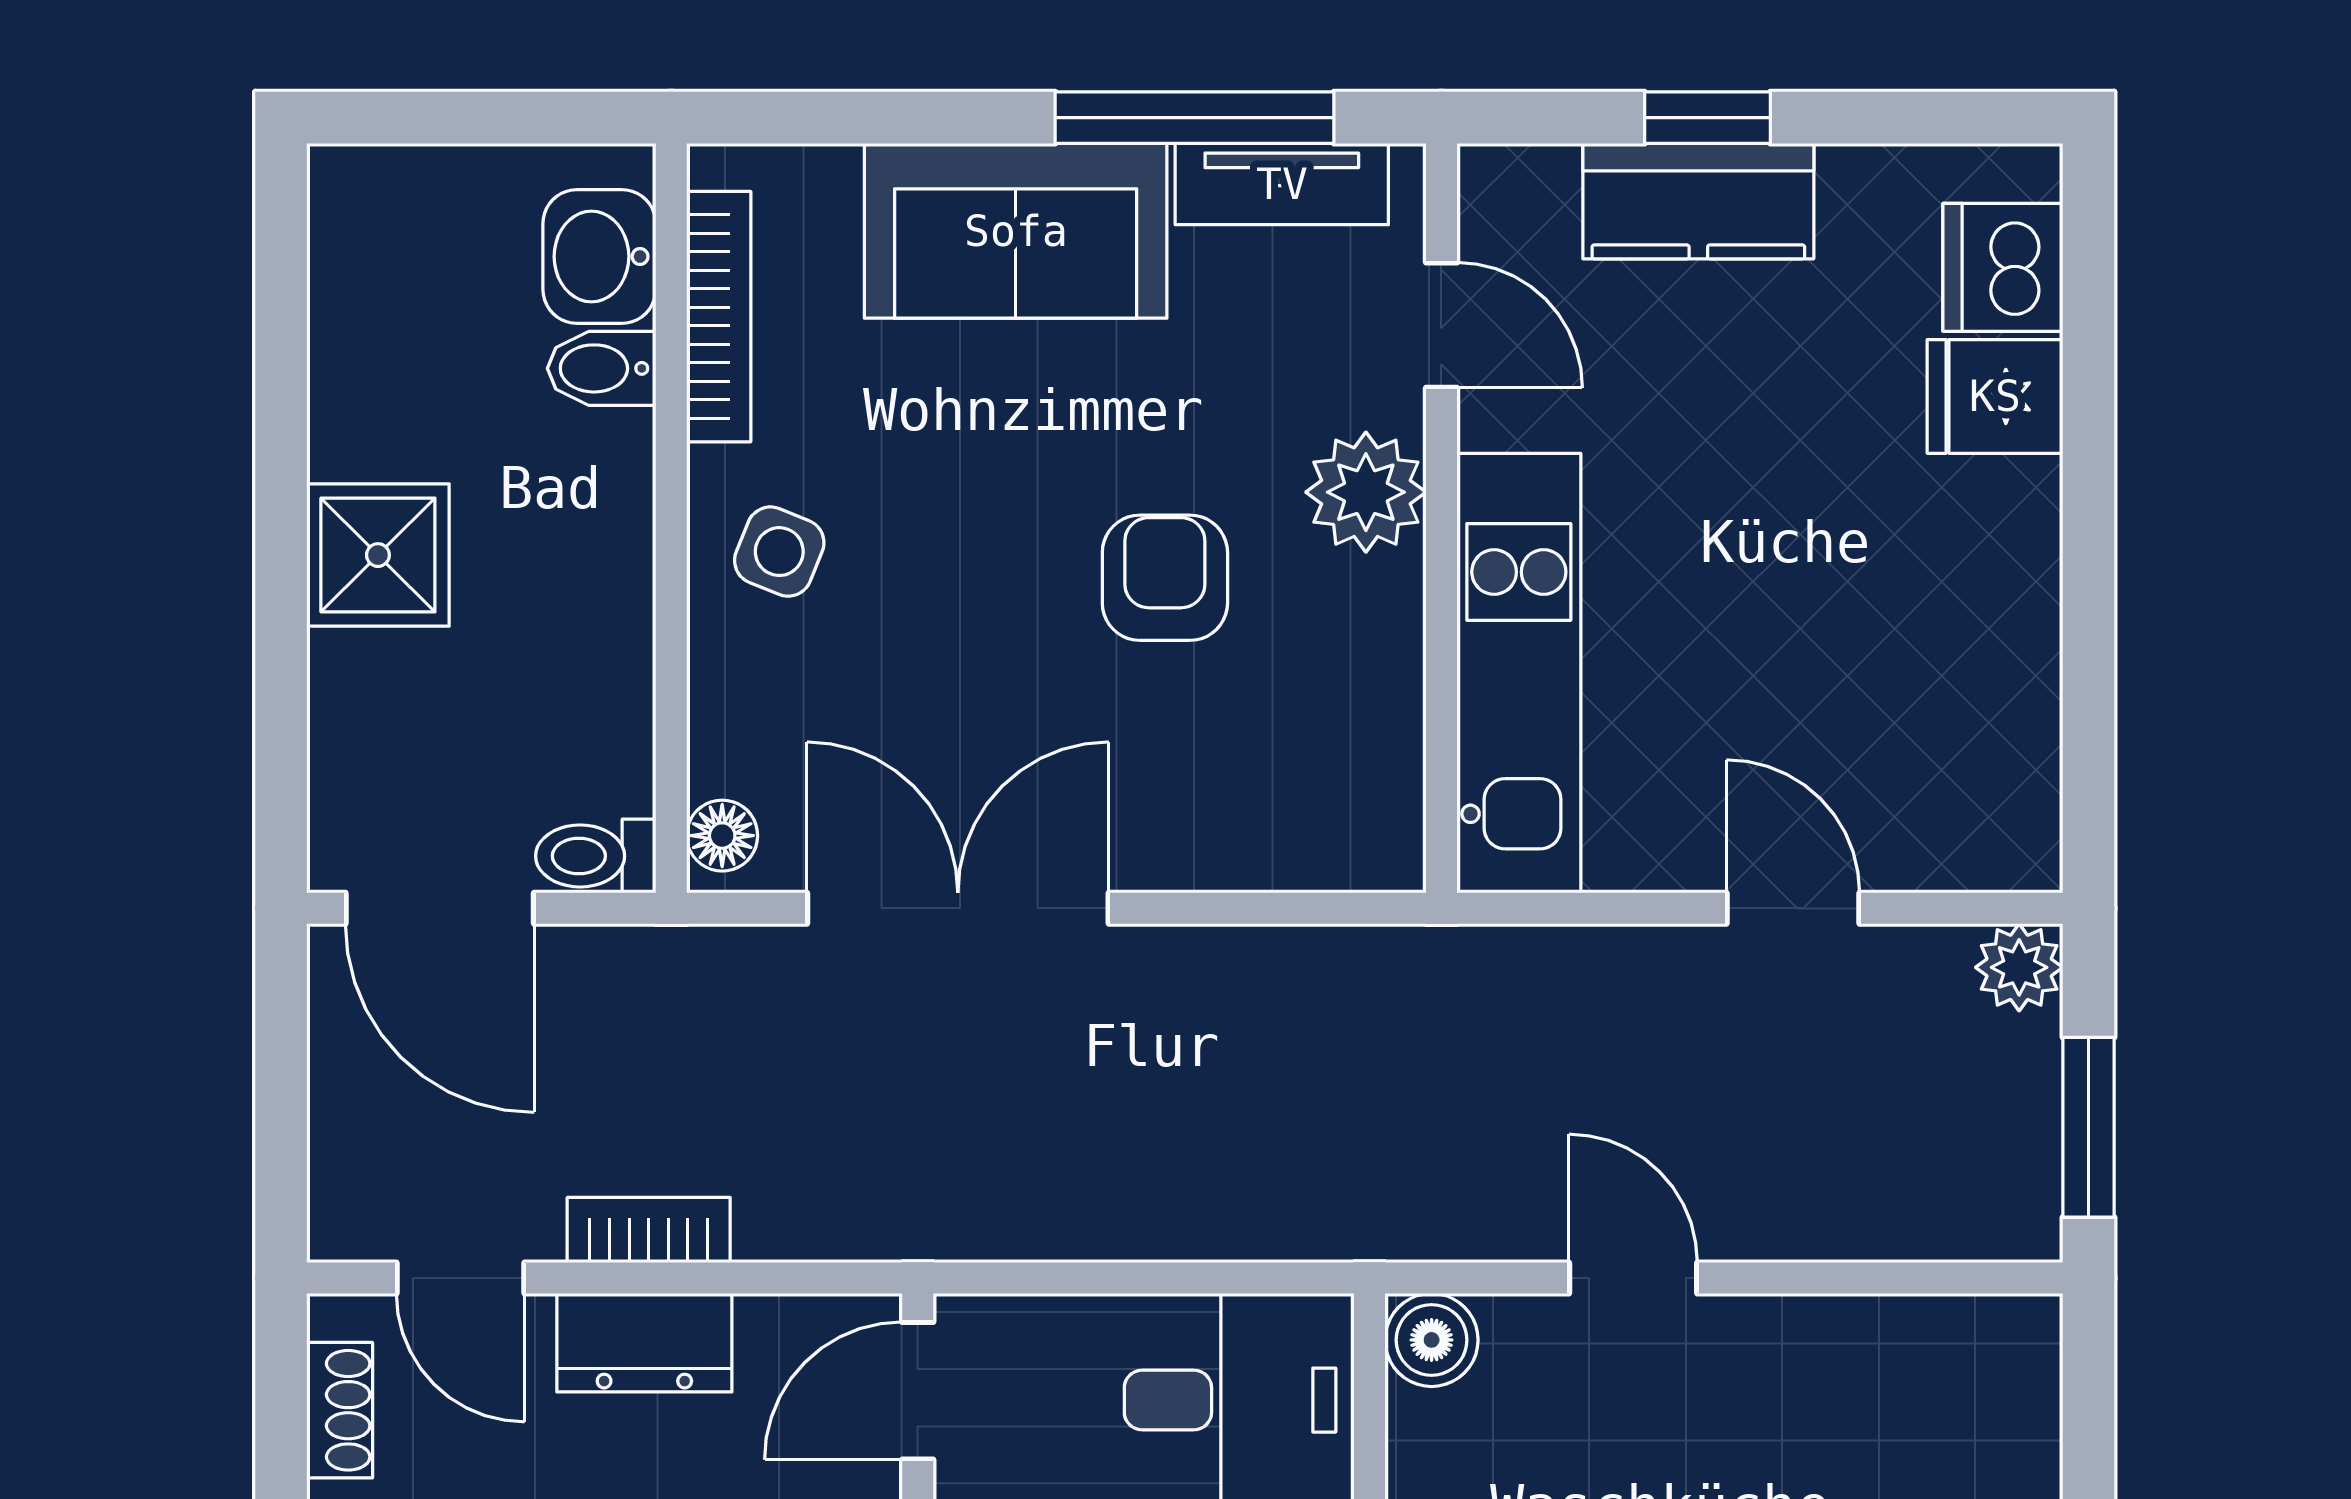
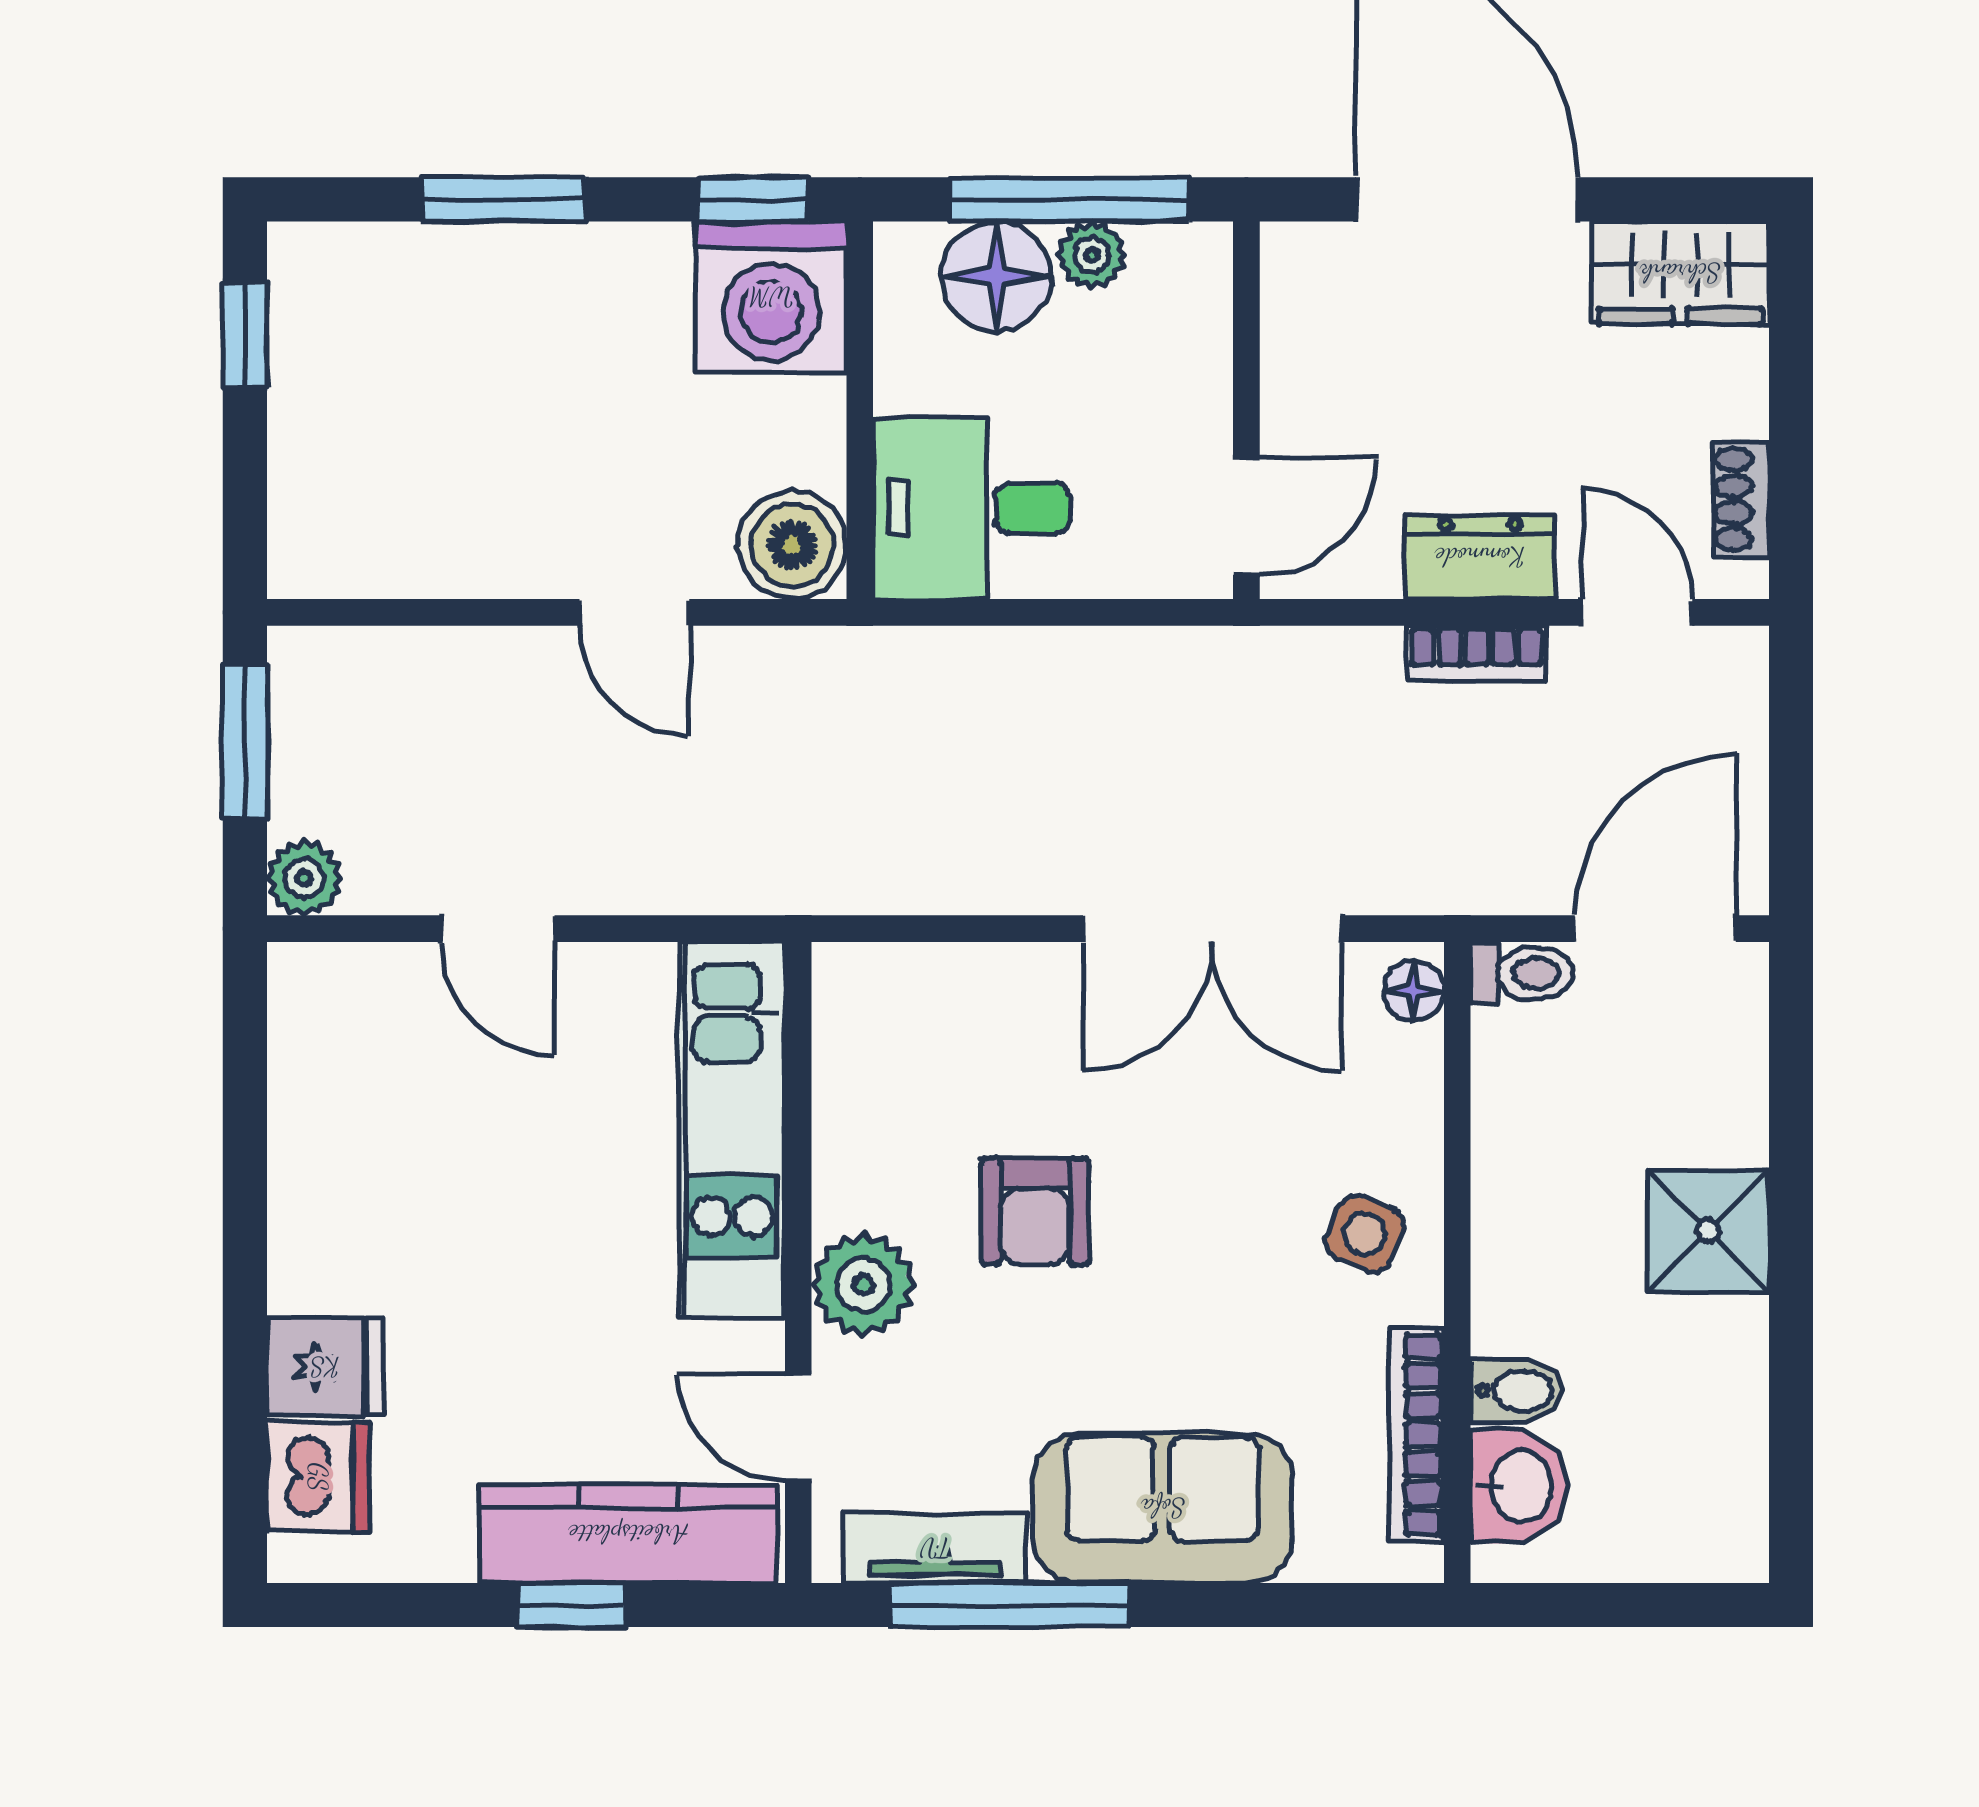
kitchen counter: (1698, 201) -> (628, 1534), width x1.50
door: (440, 908) -> (1655, 929), hinge flipped
boiler: (1432, 1340) -> (792, 545), width x1.36, depth x1.36

